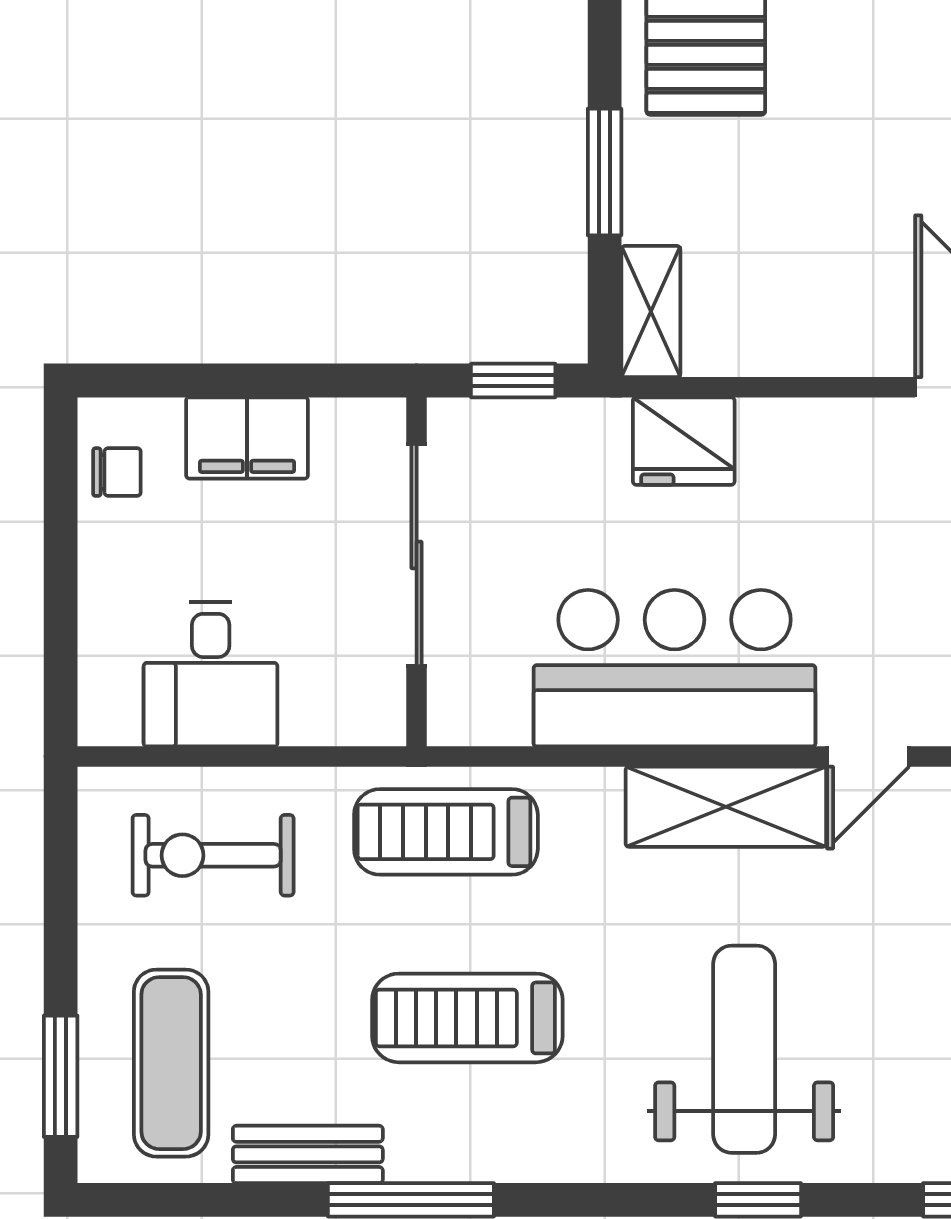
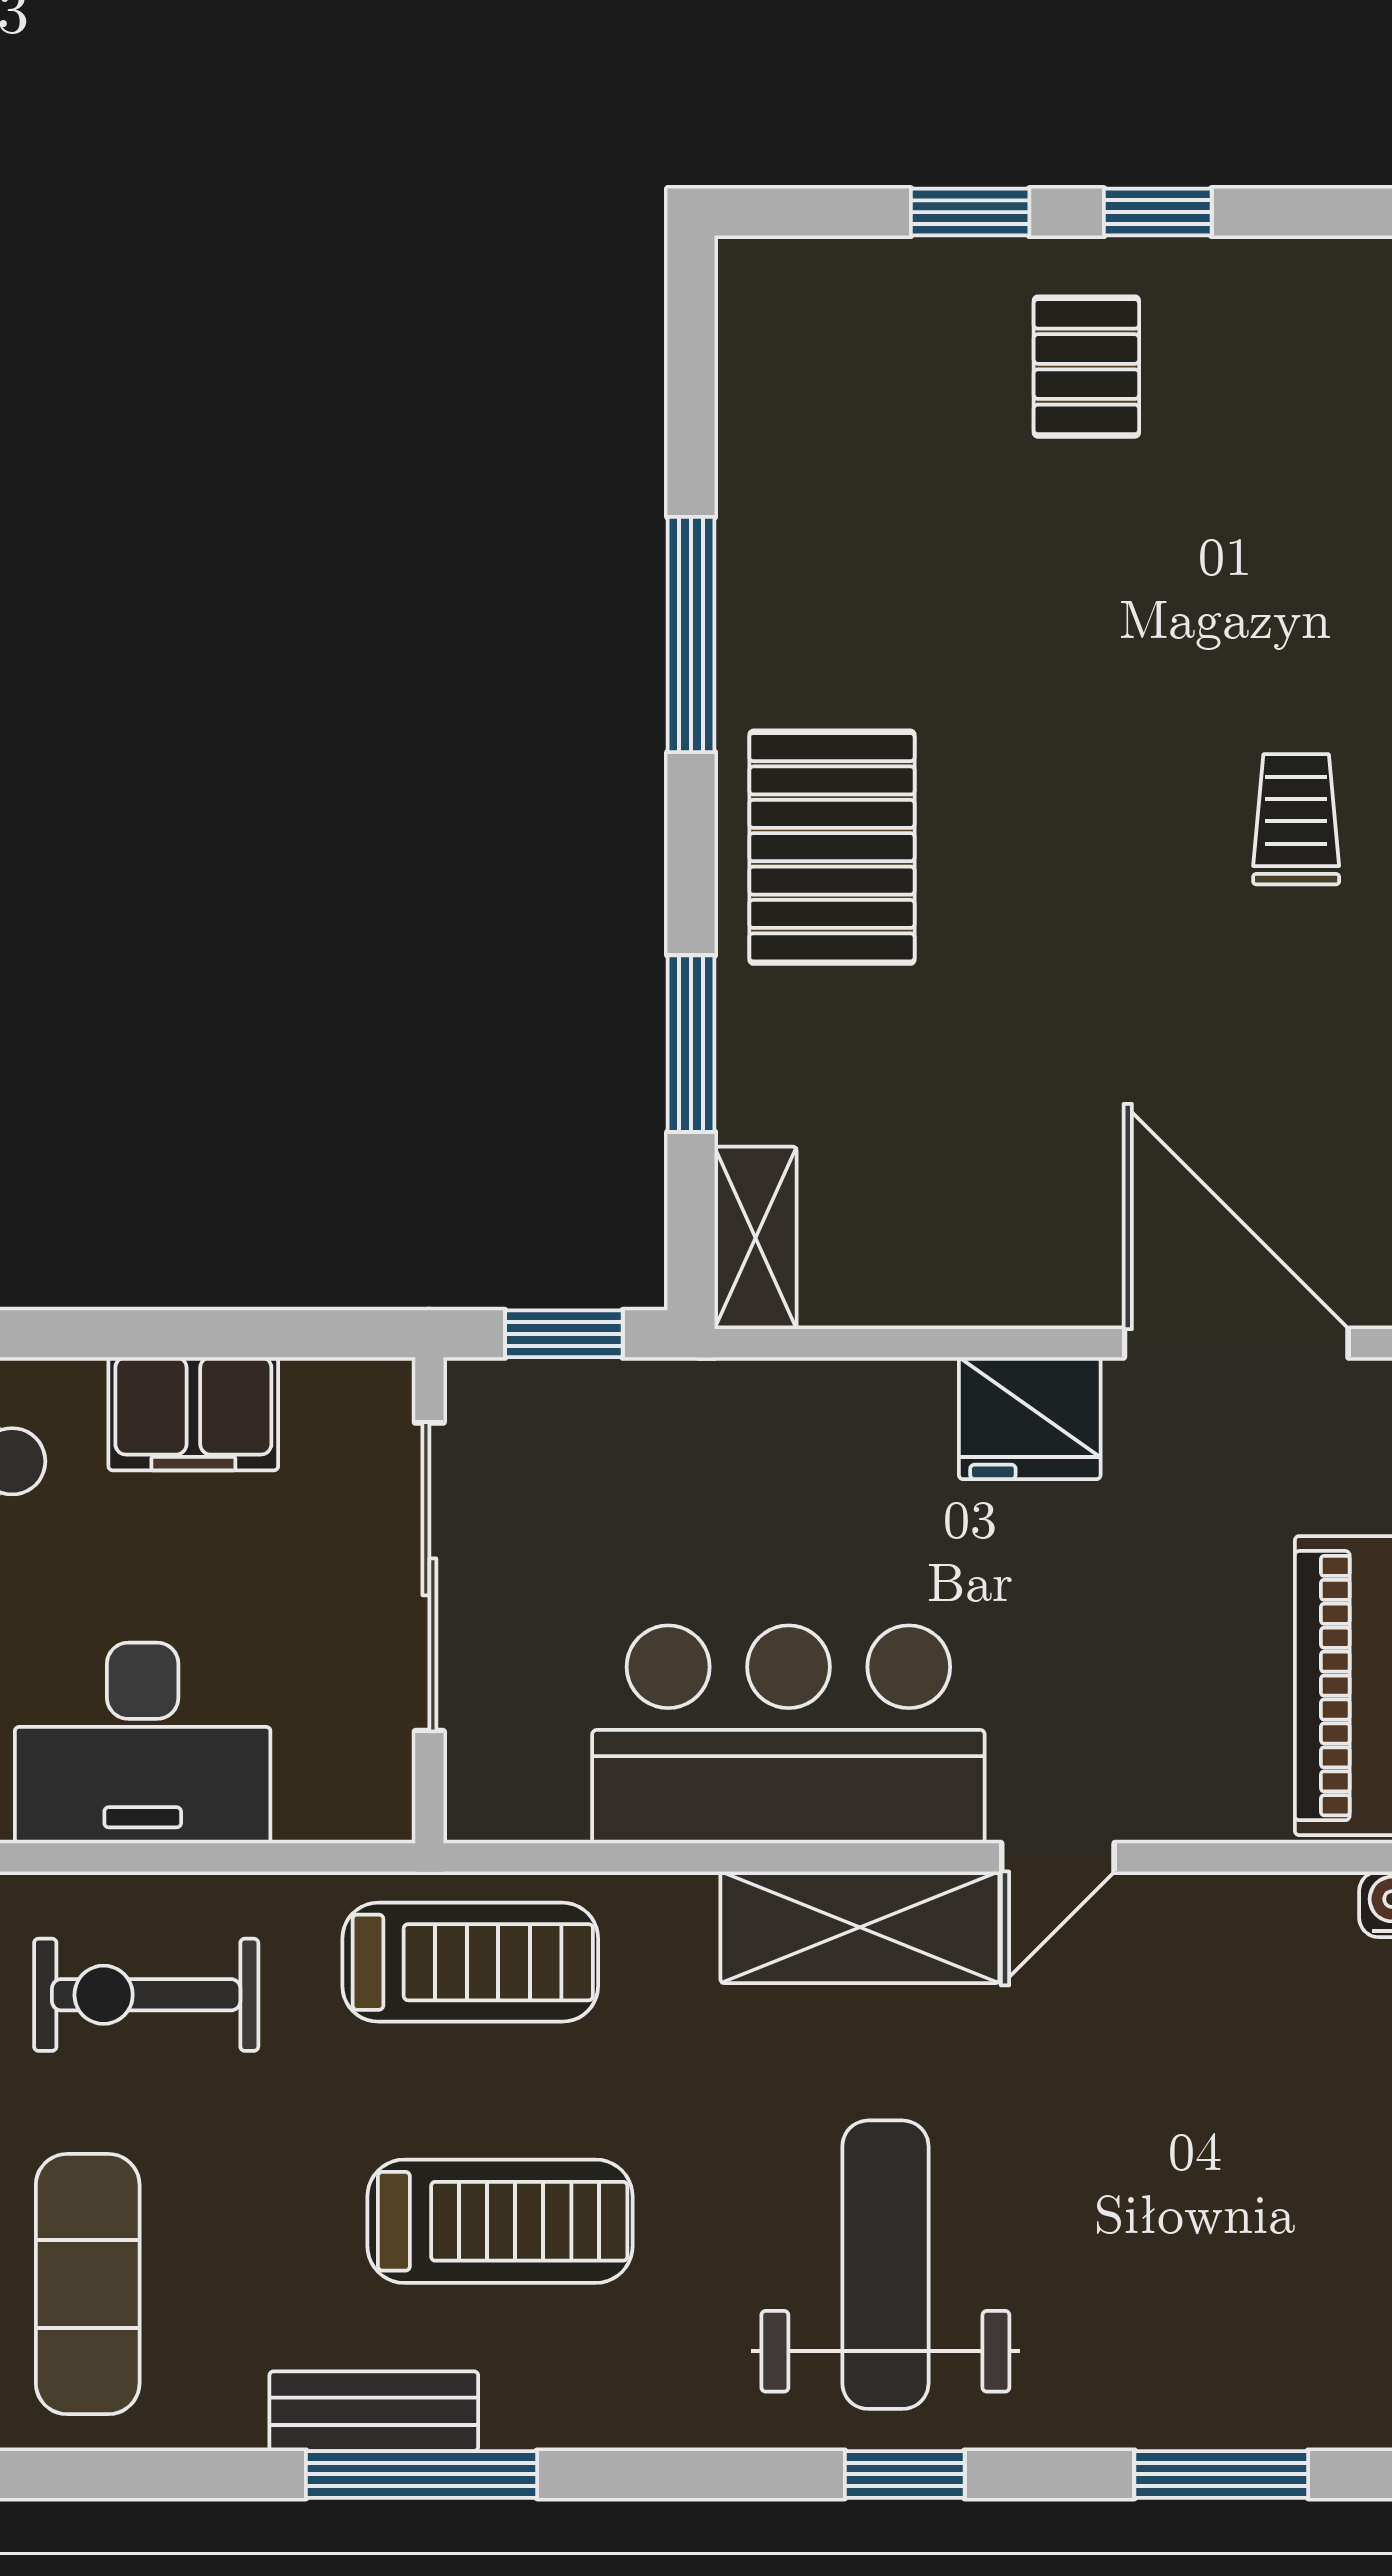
fridge: (684, 441) -> (1030, 1418), moved
desk: (211, 674) -> (143, 1743), width x1.37
treadmill: (446, 832) -> (470, 1962), turned 180
treadmill: (467, 1018) -> (500, 2221), turned 180
bench: (308, 1154) -> (374, 2411), moved

